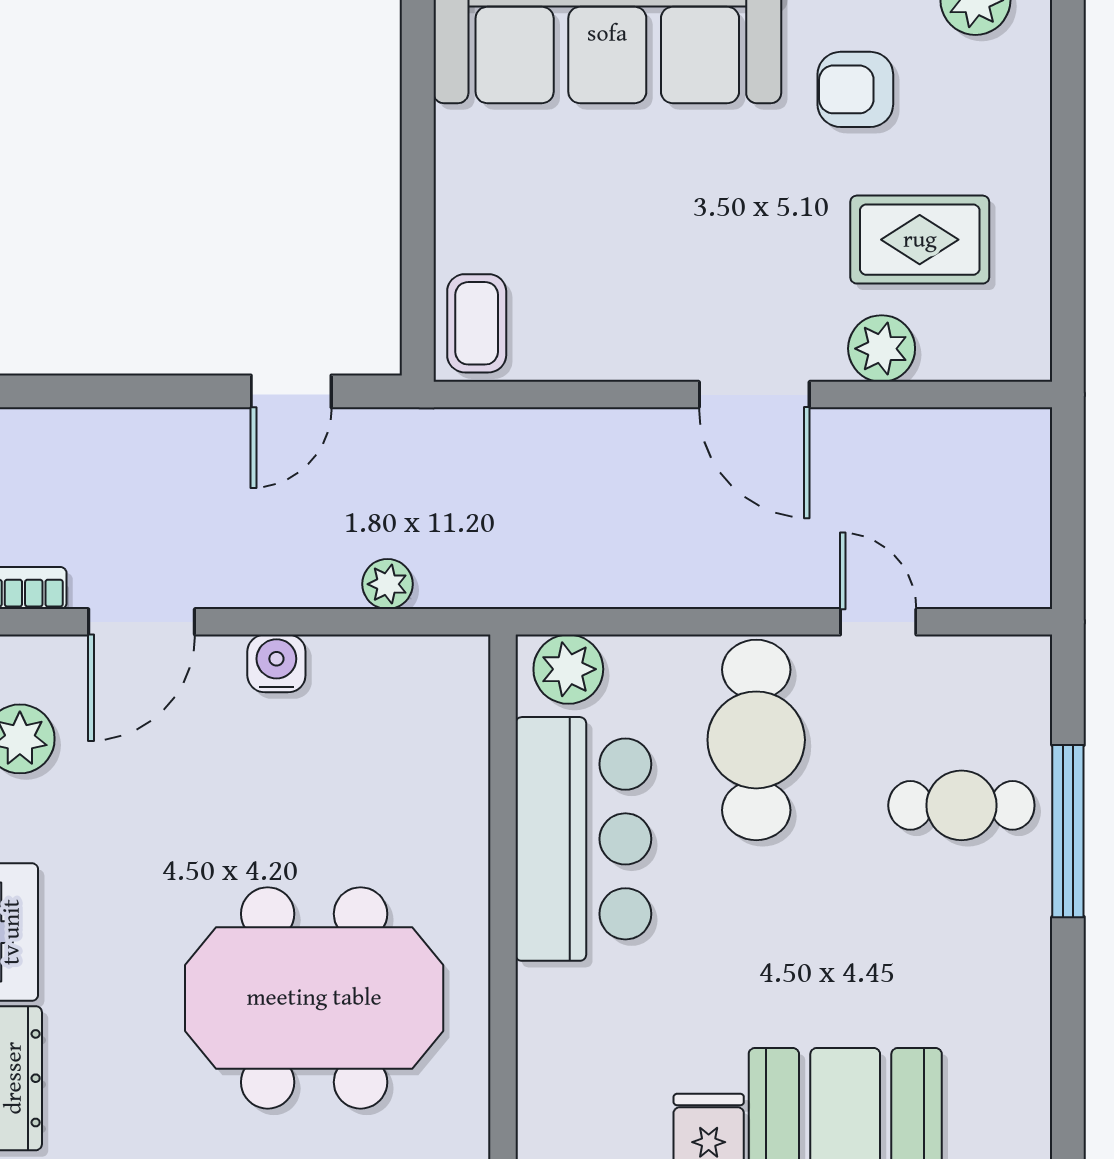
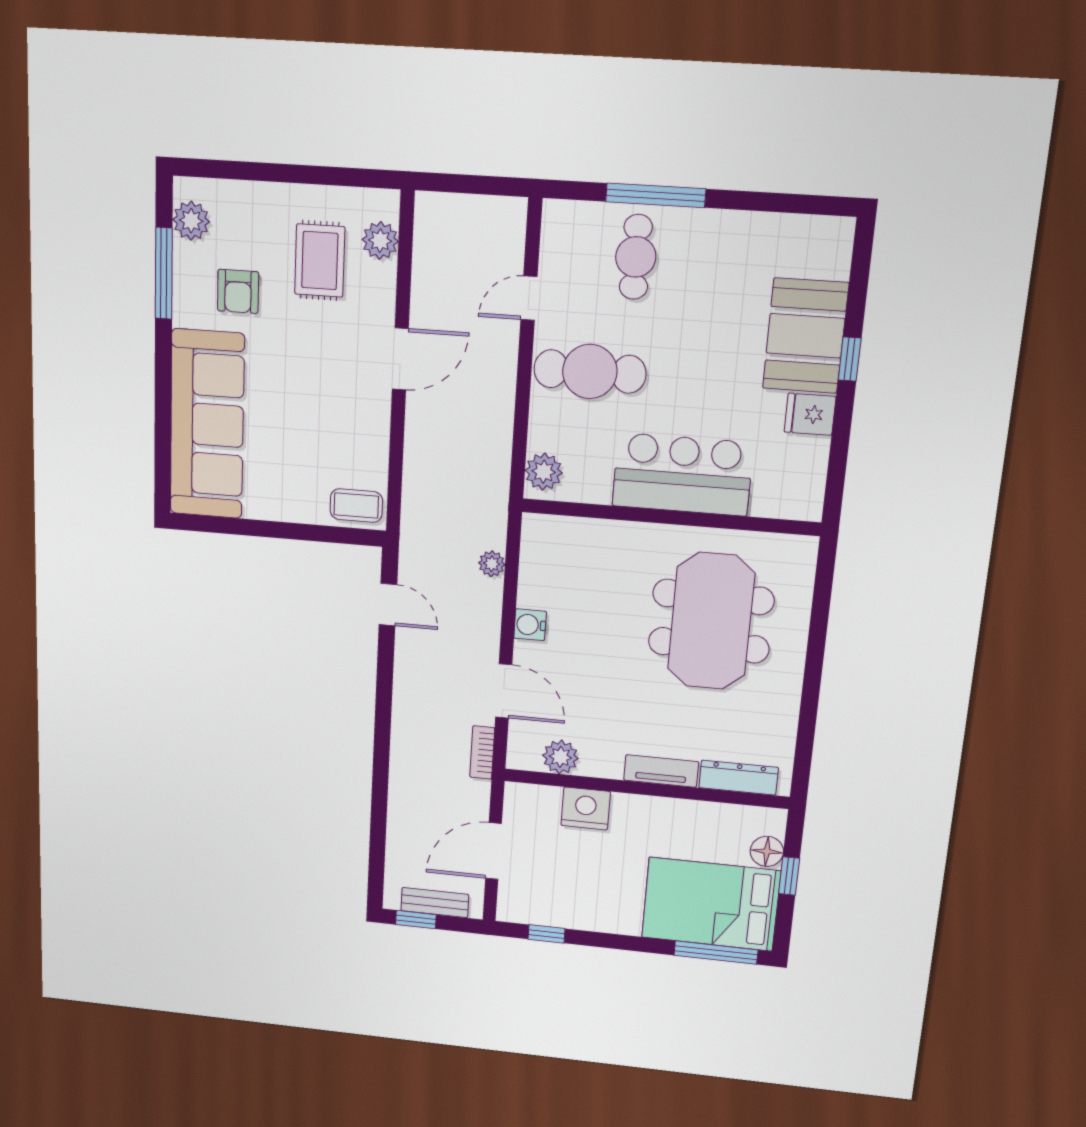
plant: (882, 349) -> (380, 241), moved
bar counter: (583, 839) -> (682, 474), moved

